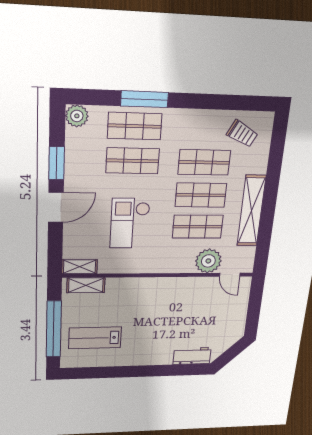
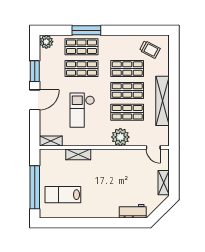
plant: (208, 261) -> (120, 137), moved
shelving: (86, 285) -> (78, 154), moved
shelving: (239, 320) -> (164, 183), added

